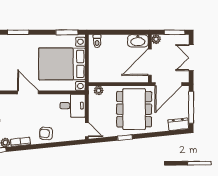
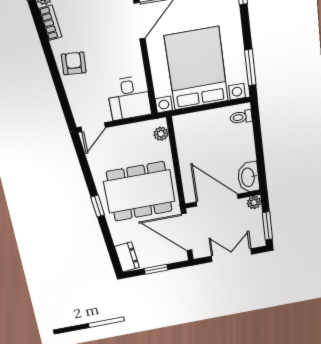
window: (191, 107) -> (156, 269), width x0.46
window: (125, 137) -> (98, 206), moved

